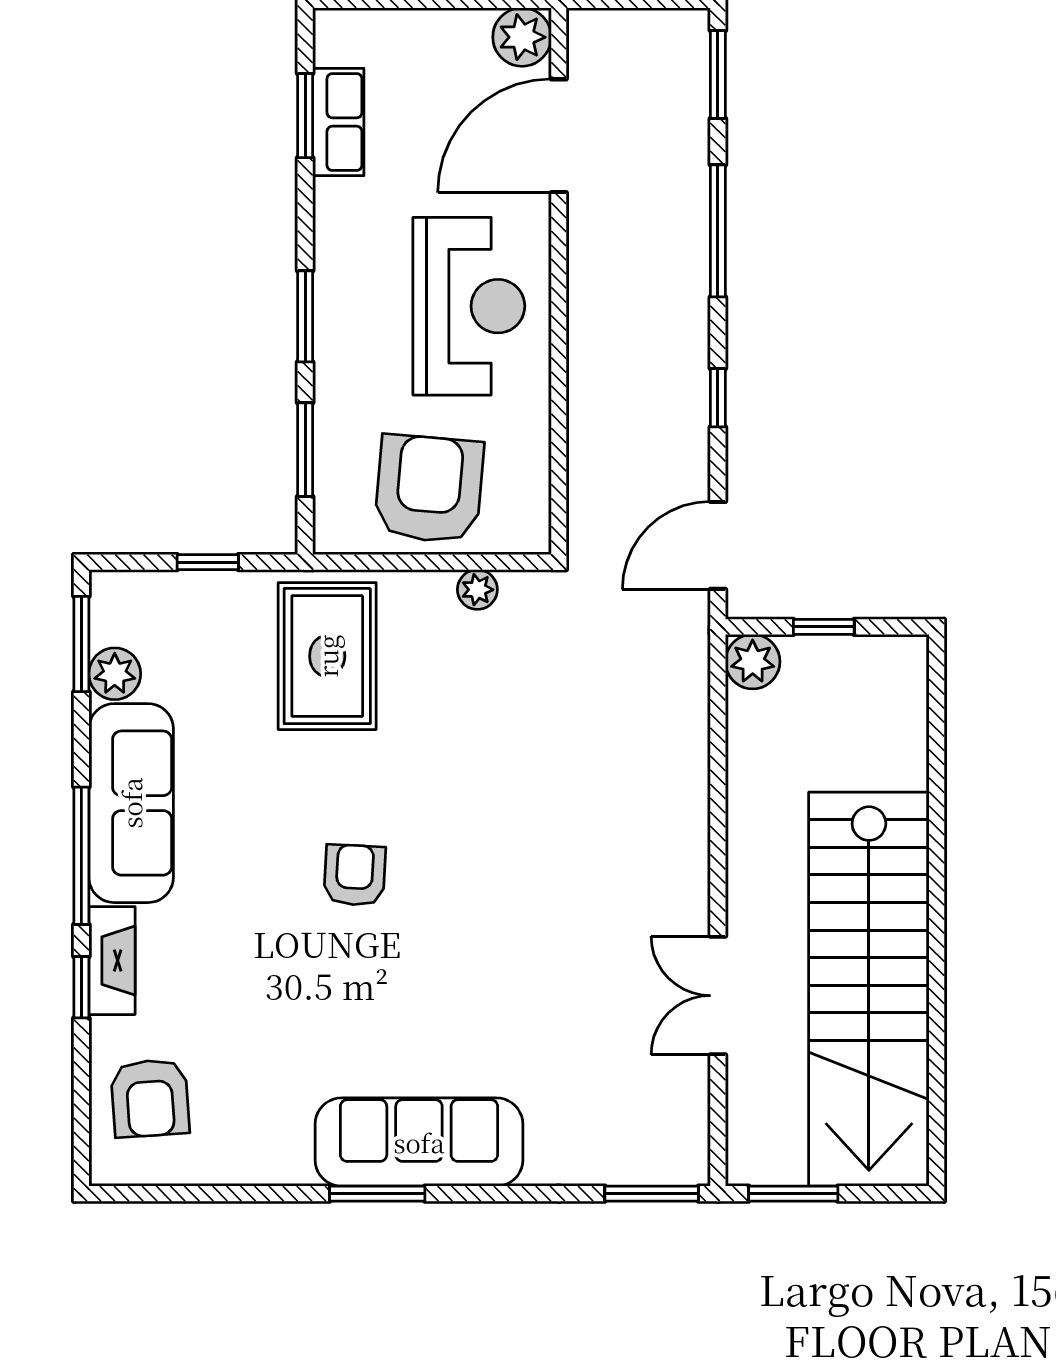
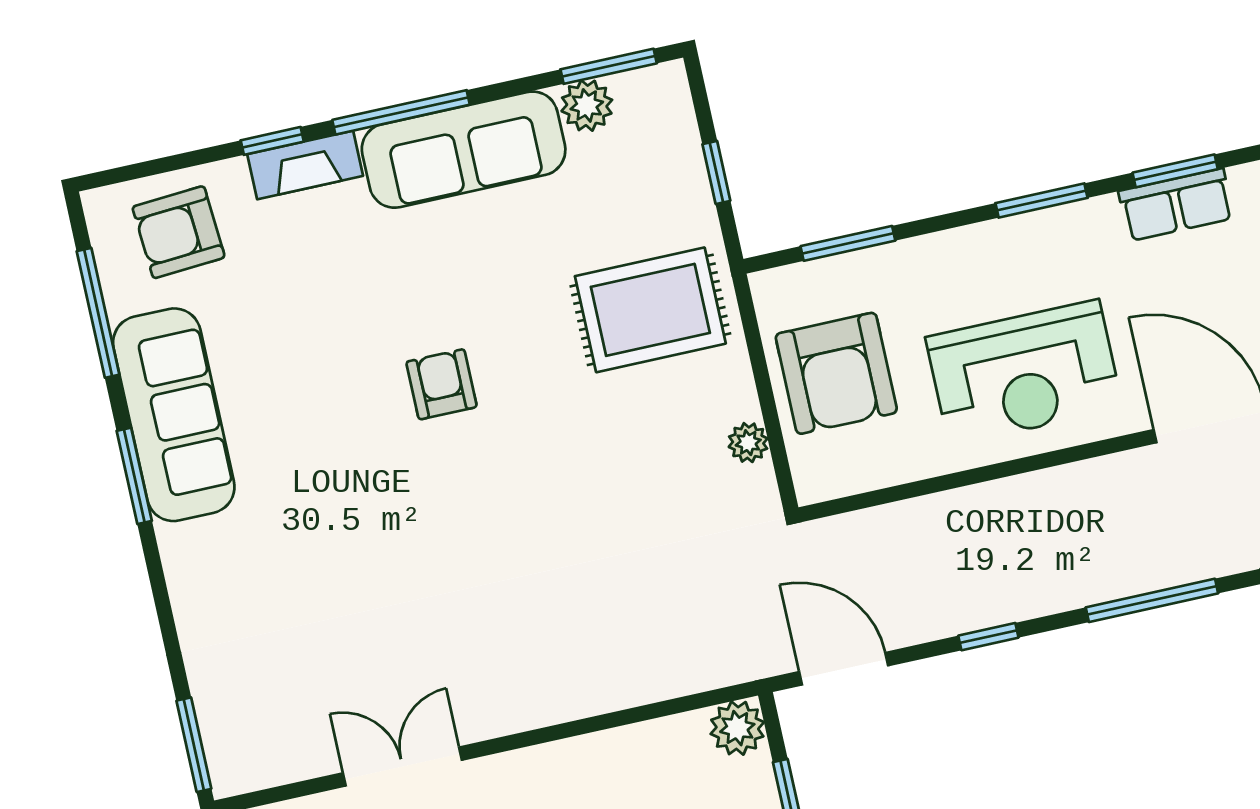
window: (305, 316) -> (1041, 200), moved
armchair: (429, 489) -> (836, 373), turned 85
armchair: (355, 875) -> (442, 384), turned -93
sofa: (419, 1142) -> (174, 415), moved
window: (211, 1194) -> (98, 313), added

